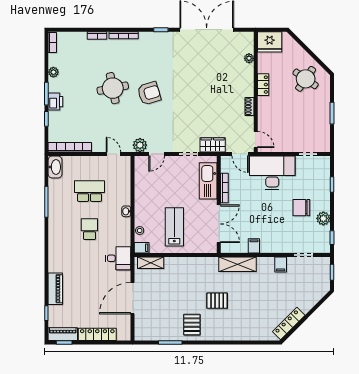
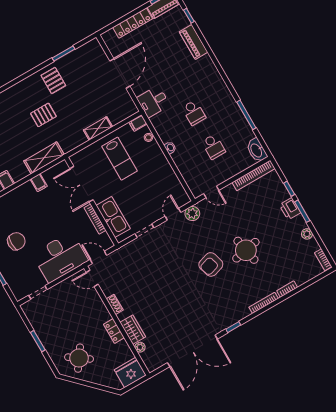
wardrobe: (213, 145) -> (133, 330), moved, turned -90
school desk: (89, 191) -> (213, 147), width x0.54
shelving: (151, 263) -> (98, 128), moved

